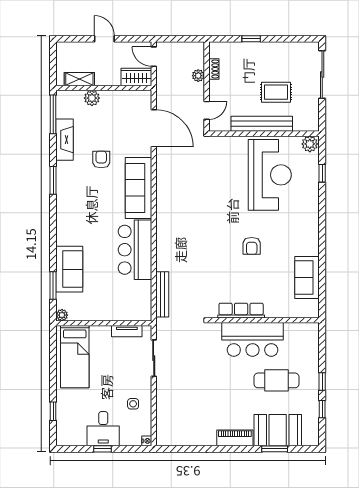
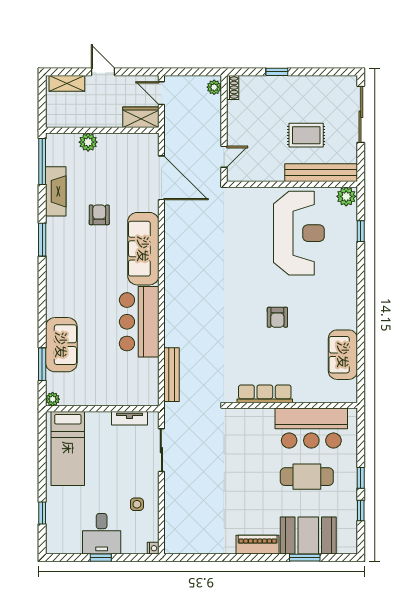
shoe rack: (214, 69) -> (233, 88), moved
plant: (198, 76) -> (214, 87), moved
shelving: (79, 79) -> (67, 83), moved
bench: (262, 124) -> (321, 173), moved
bar counter: (253, 339) -> (311, 428), moved

